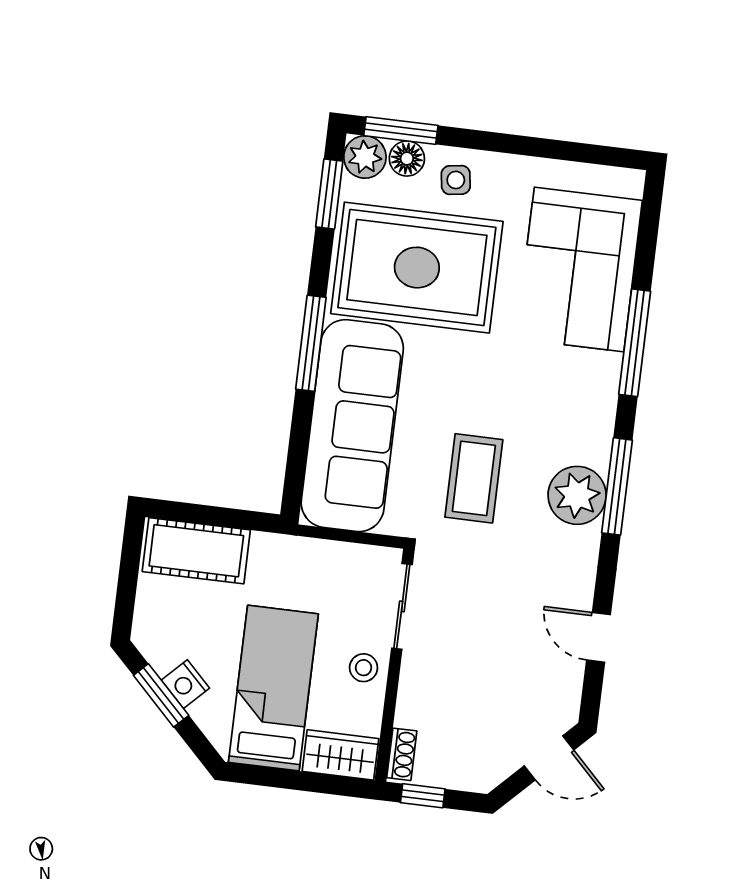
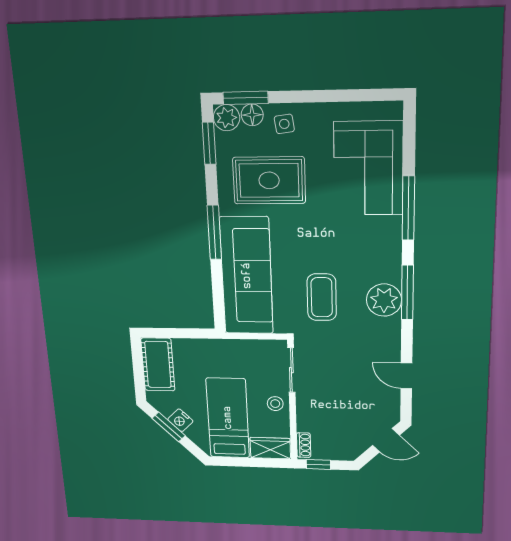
rug: (417, 268) -> (269, 180), width x0.73, depth x0.69
cot: (196, 551) -> (158, 365), moved, turned 90

